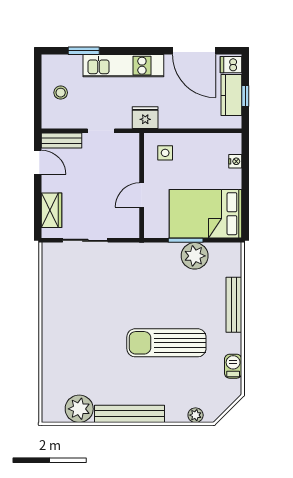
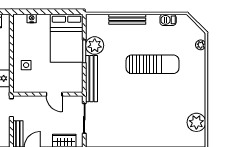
wall: (142, 185) -> (48, 94), moved
door: (142, 195) -> (54, 94), moved
sun lounger: (166, 343) -> (152, 64), turned -90
bench: (129, 414) -> (92, 79), moved

